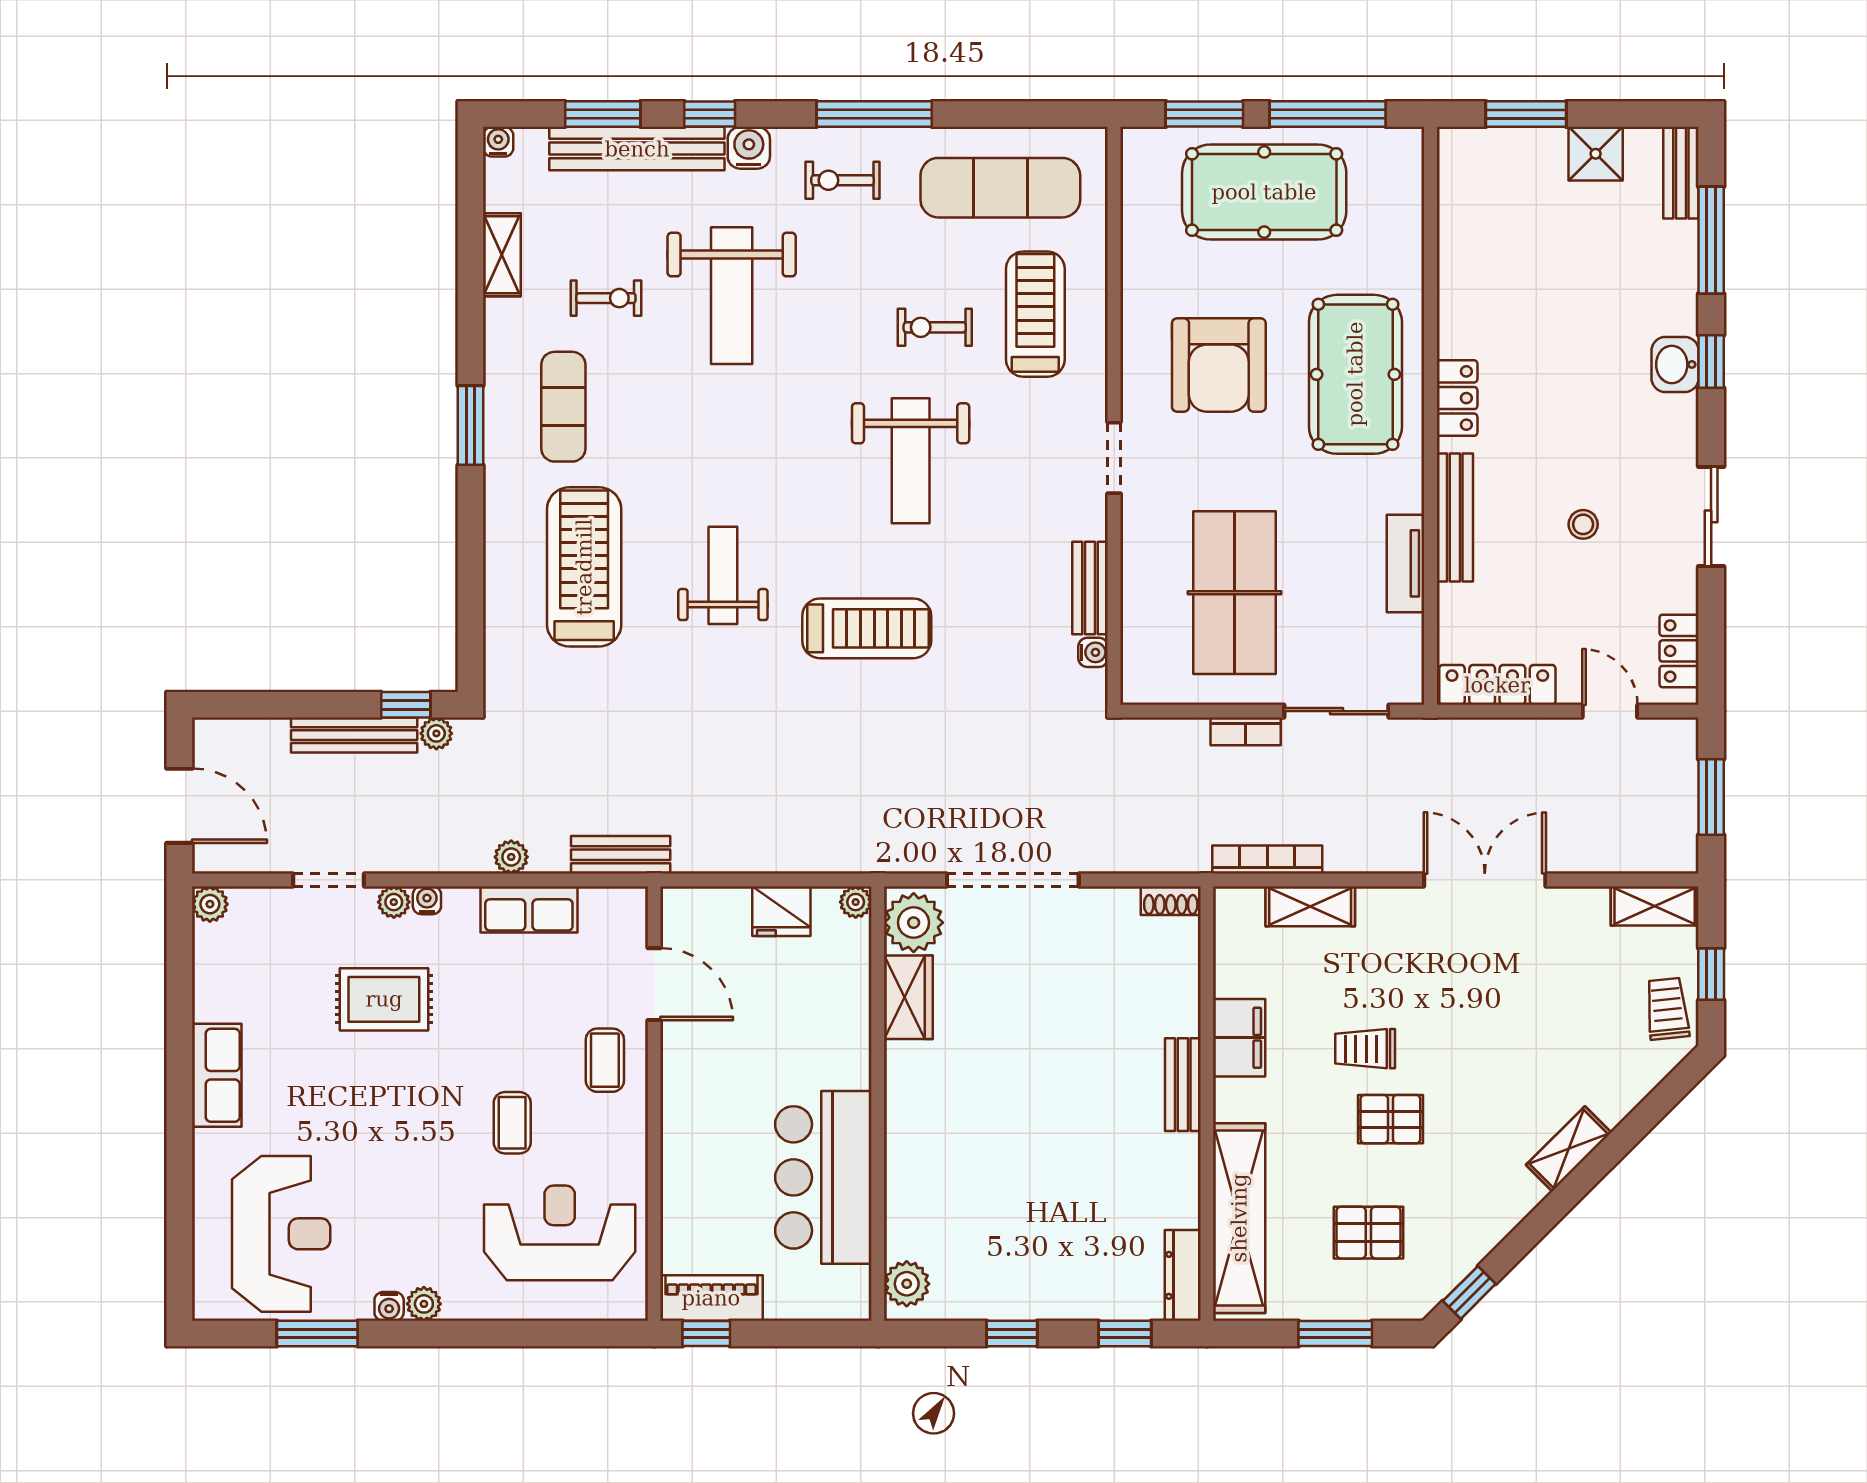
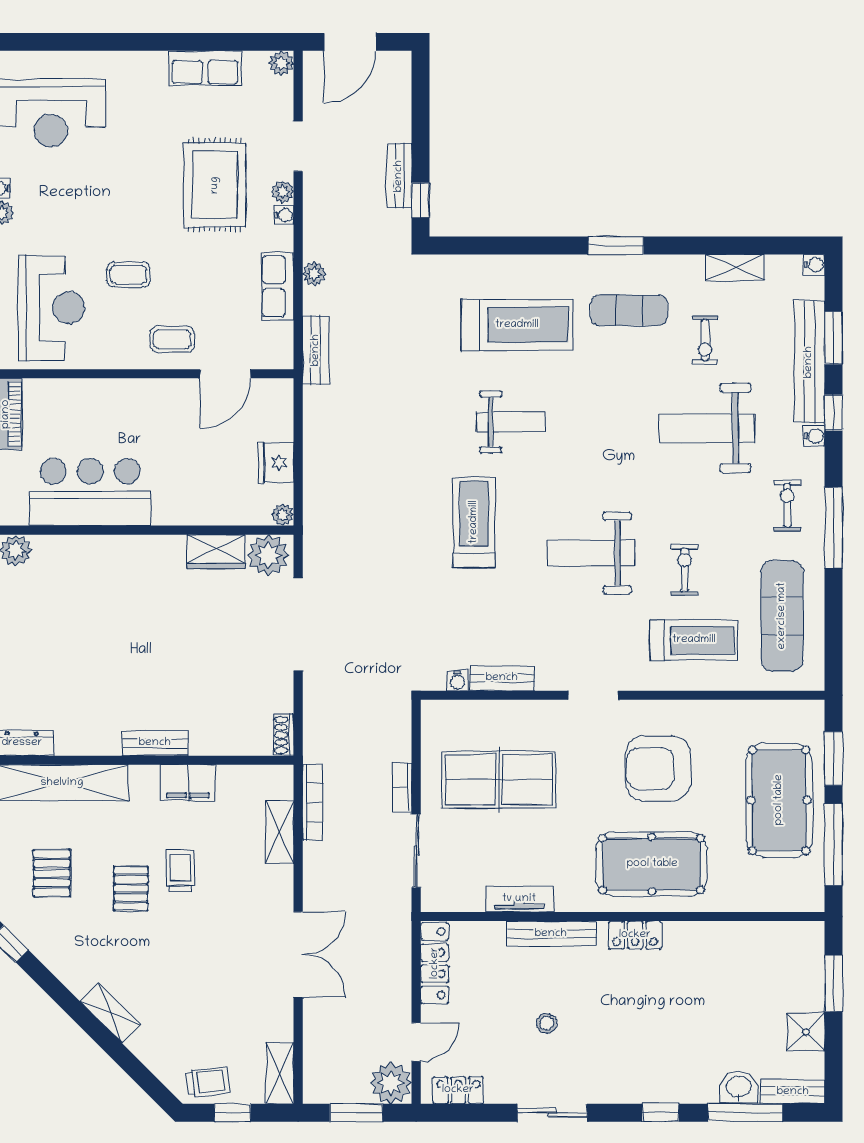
water cooler: (749, 148) -> (814, 436), width x0.72, depth x0.72
washbasin: (1675, 364) -> (739, 1087), moved
treadmill: (867, 628) -> (474, 522), turned 180
plant: (436, 733) -> (391, 1083), moved, width x1.88, depth x1.88
bench: (354, 735) -> (399, 176), width x0.73
rug: (384, 999) -> (215, 185), width x1.36, depth x1.43
row of seats: (217, 1075) -> (205, 68), moved

